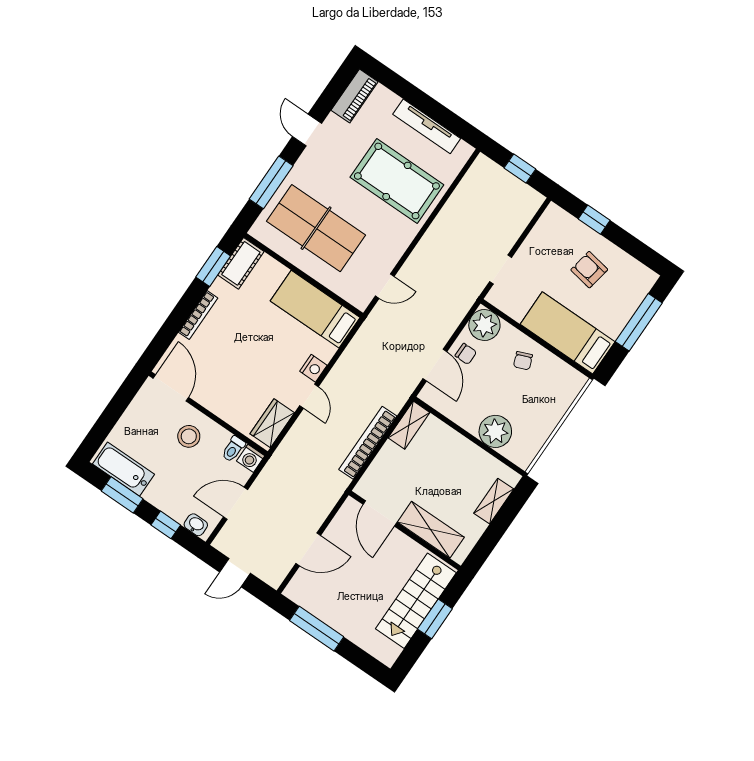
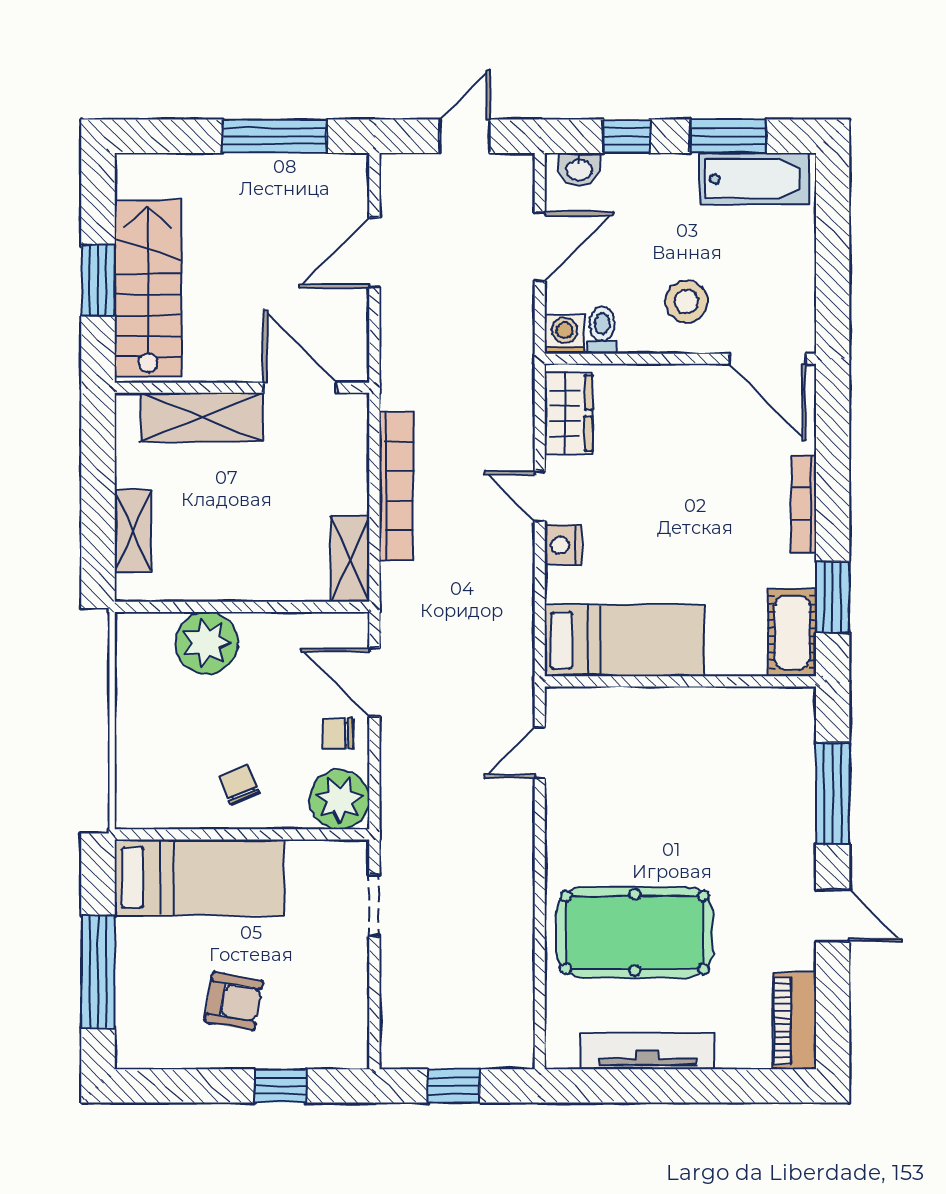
table tennis table: (316, 228) -> (712, 770), removed

